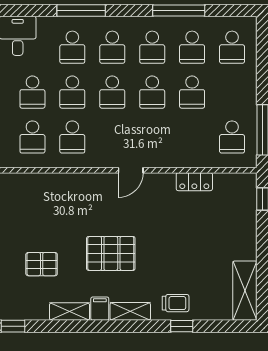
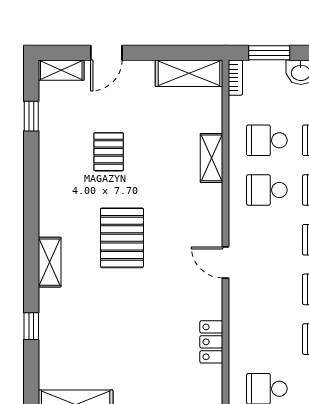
trolley: (176, 303) -> (60, 318), removed
filing cabinet: (100, 309) -> (53, 224), removed
shelving: (70, 312) -> (211, 158), moved

